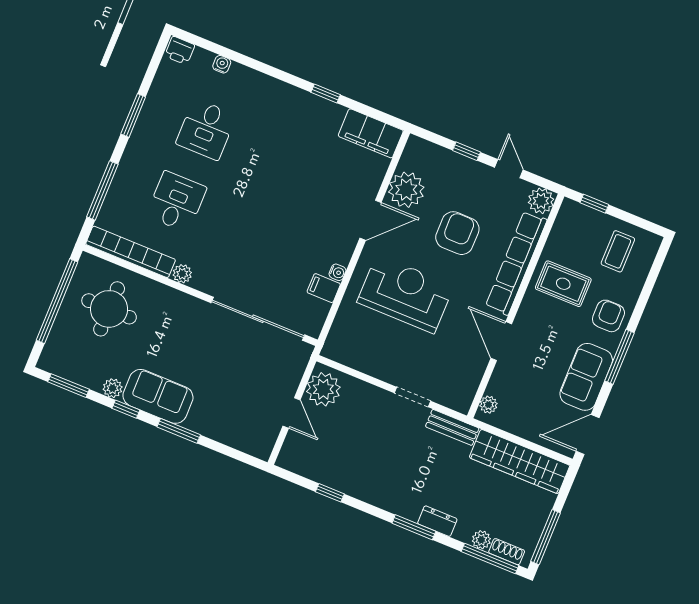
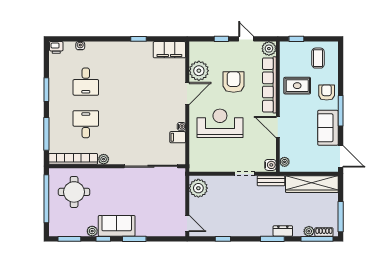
water cooler: (462, 400) -> (270, 165), added
door: (291, 413) -> (187, 223), moved
door: (588, 434) -> (341, 156), swing flipped

